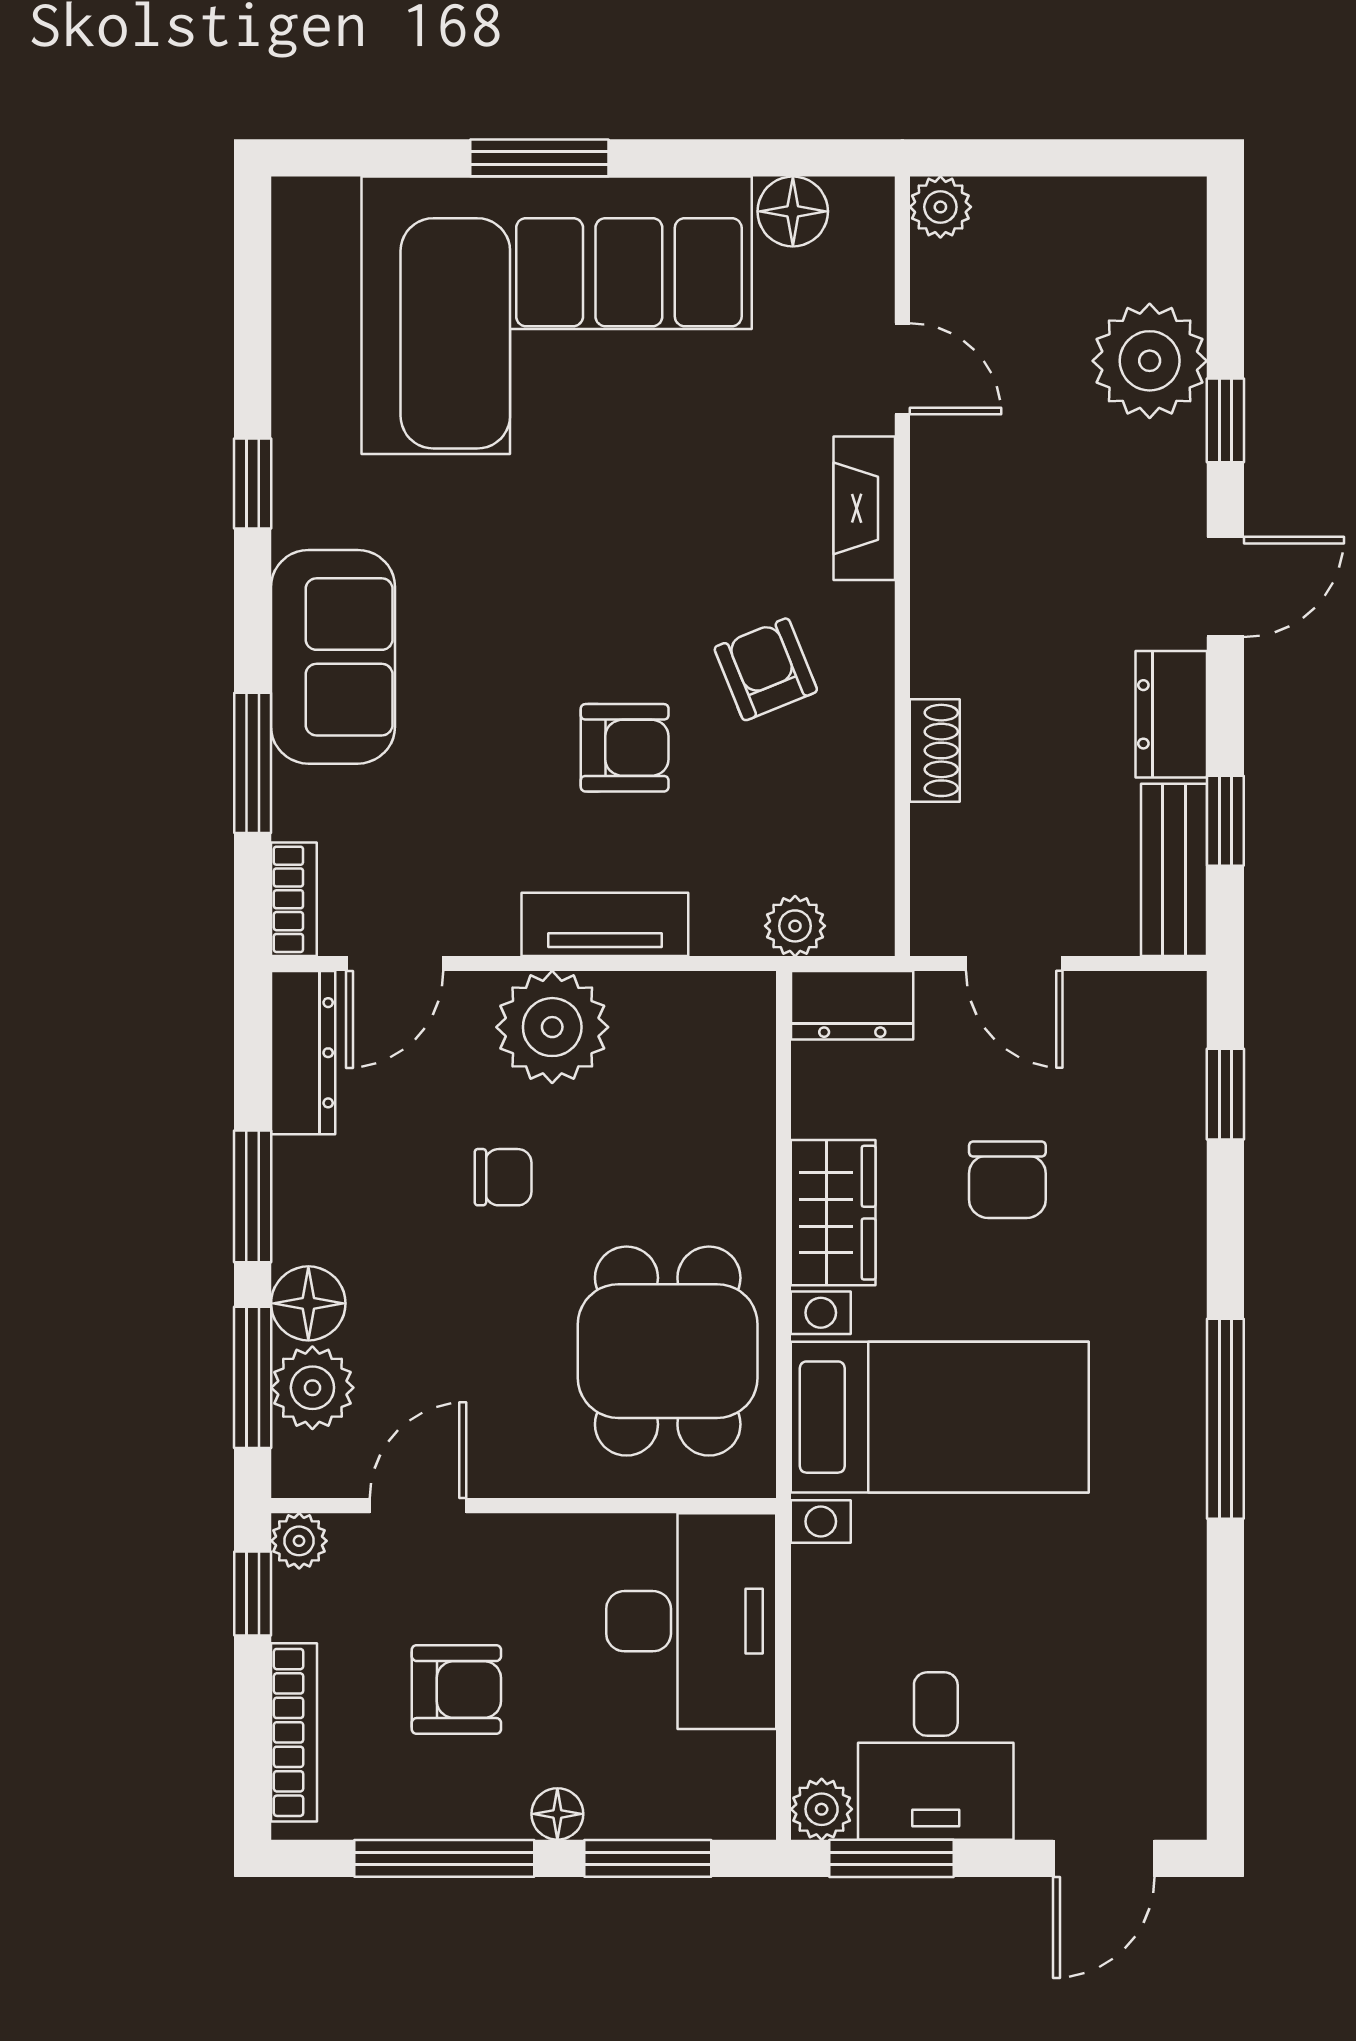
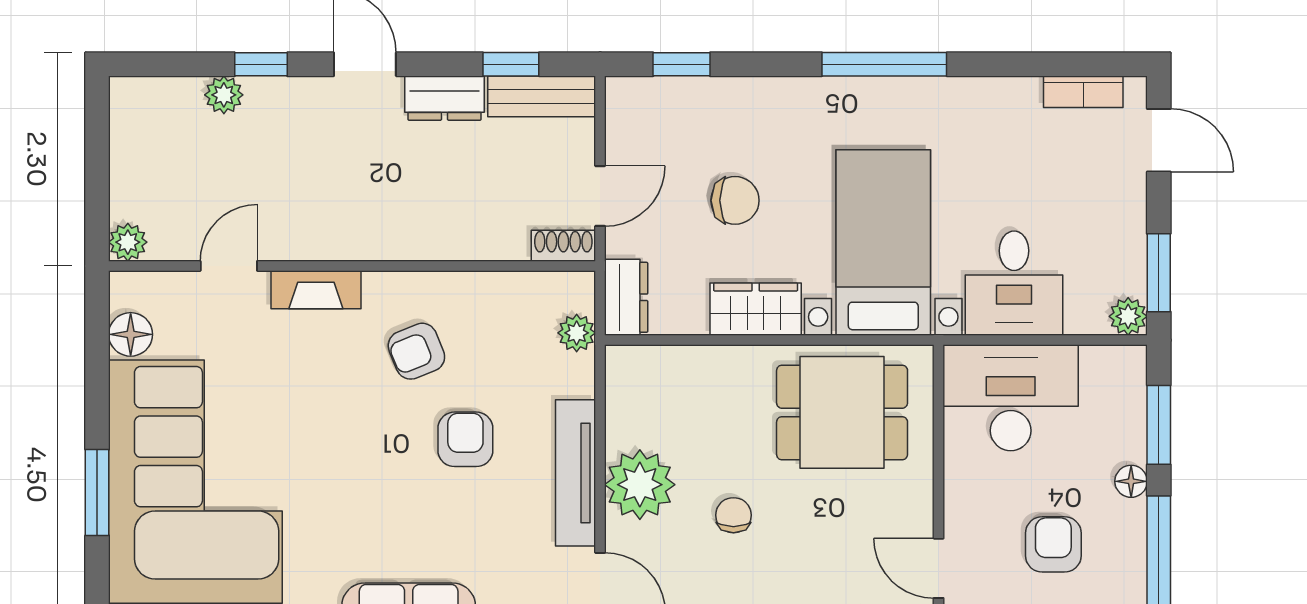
plant: (1150, 361) -> (224, 95), width x0.53, depth x0.53
shoe rack: (935, 750) -> (563, 246), moved
tv unit: (605, 924) -> (576, 473), width x1.41
bookcase: (1181, 1737) -> (1083, 92), added
desk: (936, 1756) -> (1014, 283), moved, turned 90

